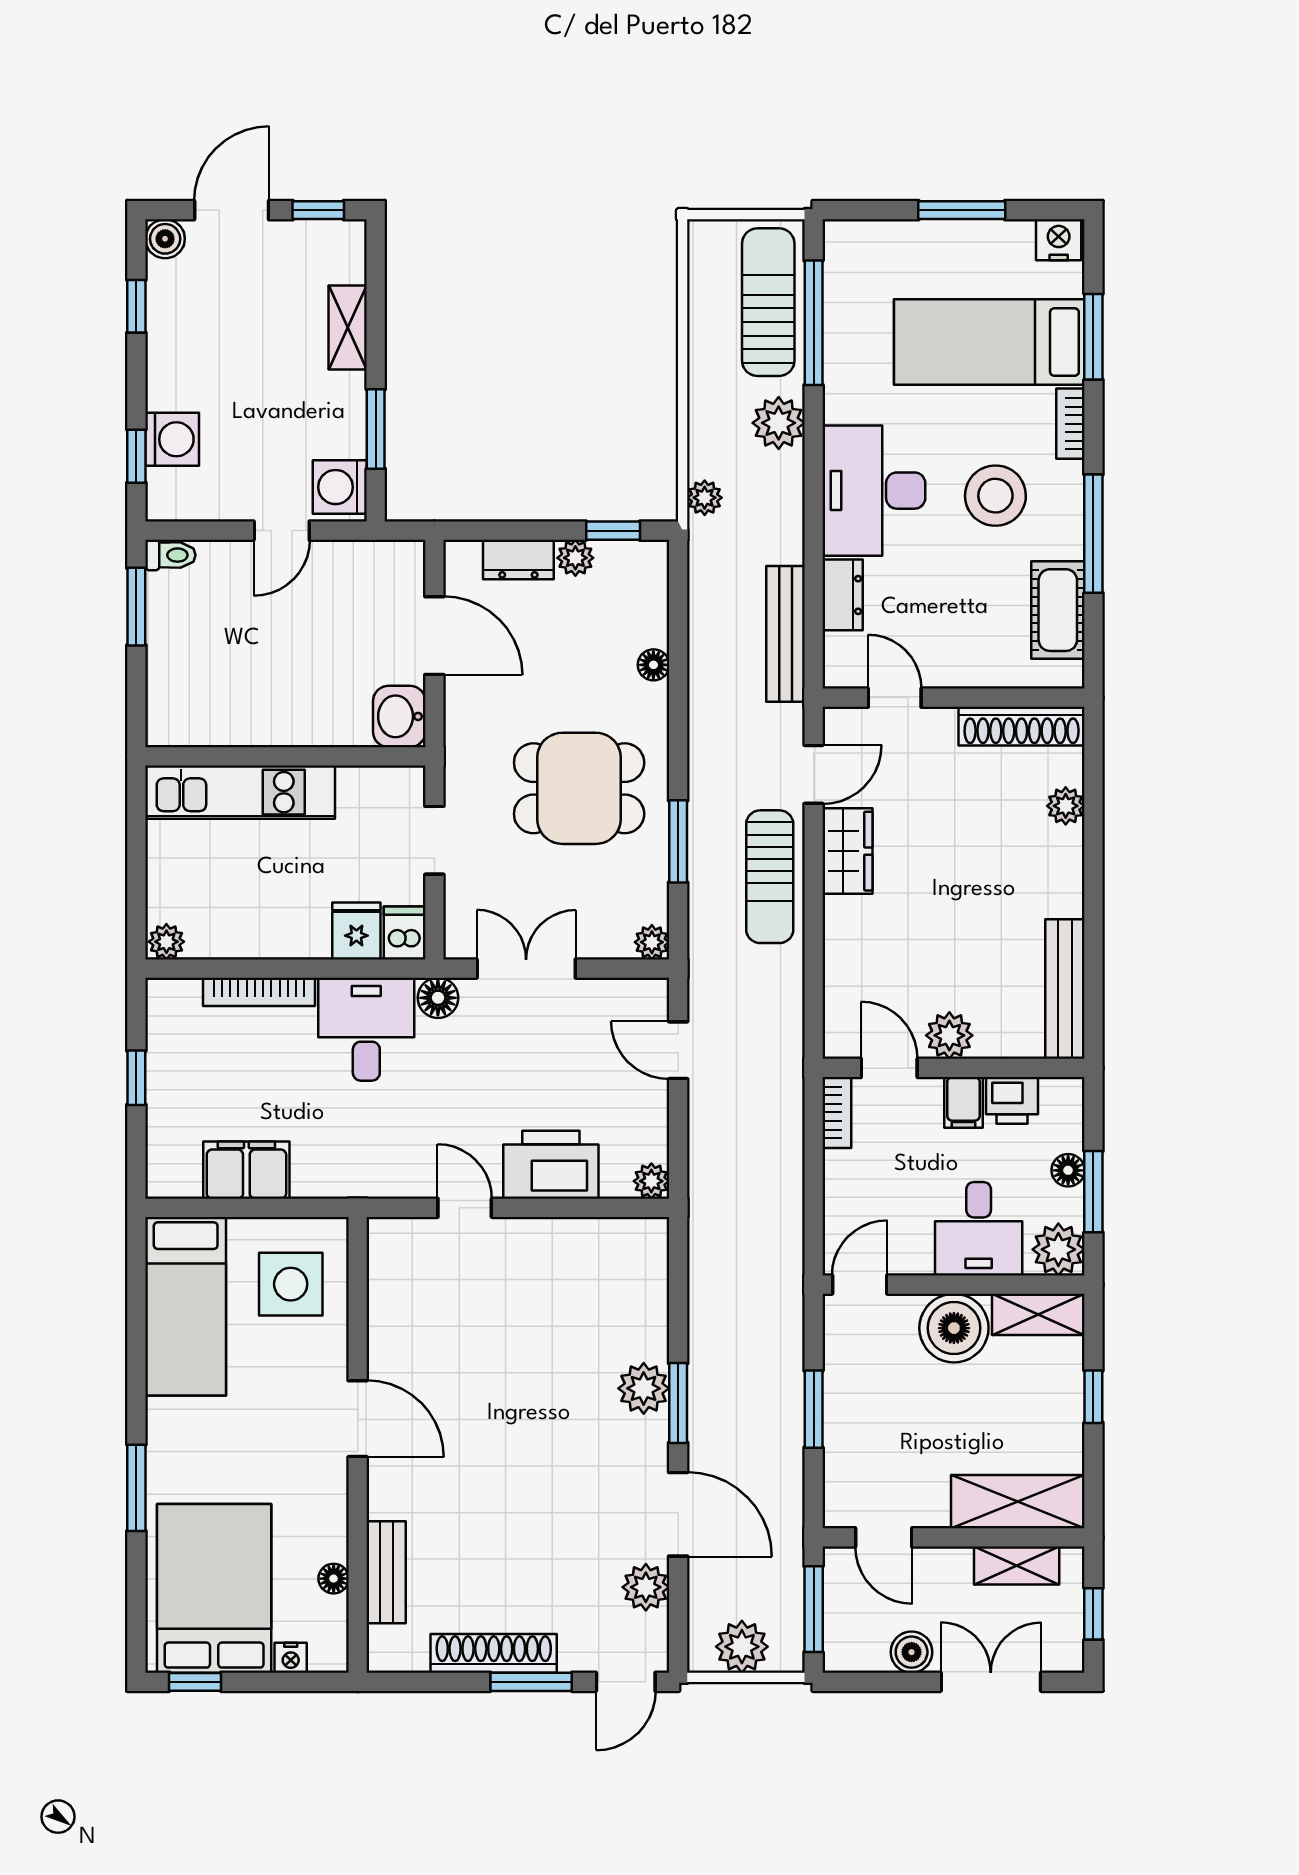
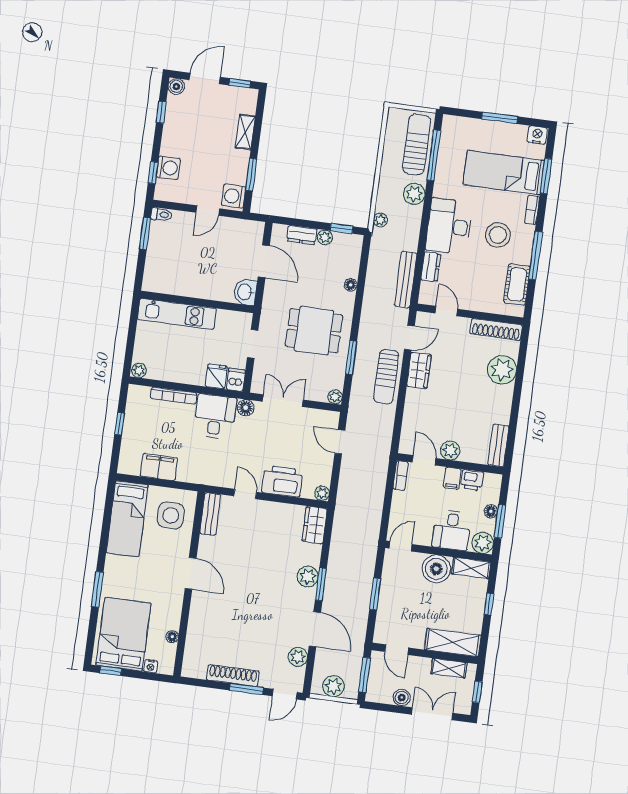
plant: (1066, 806) -> (502, 370), width x1.87, depth x1.87
bench: (1065, 989) -> (498, 445), width x0.73
wardrobe: (644, 1261) -> (315, 525), added
bench: (386, 1572) -> (210, 514), moved

